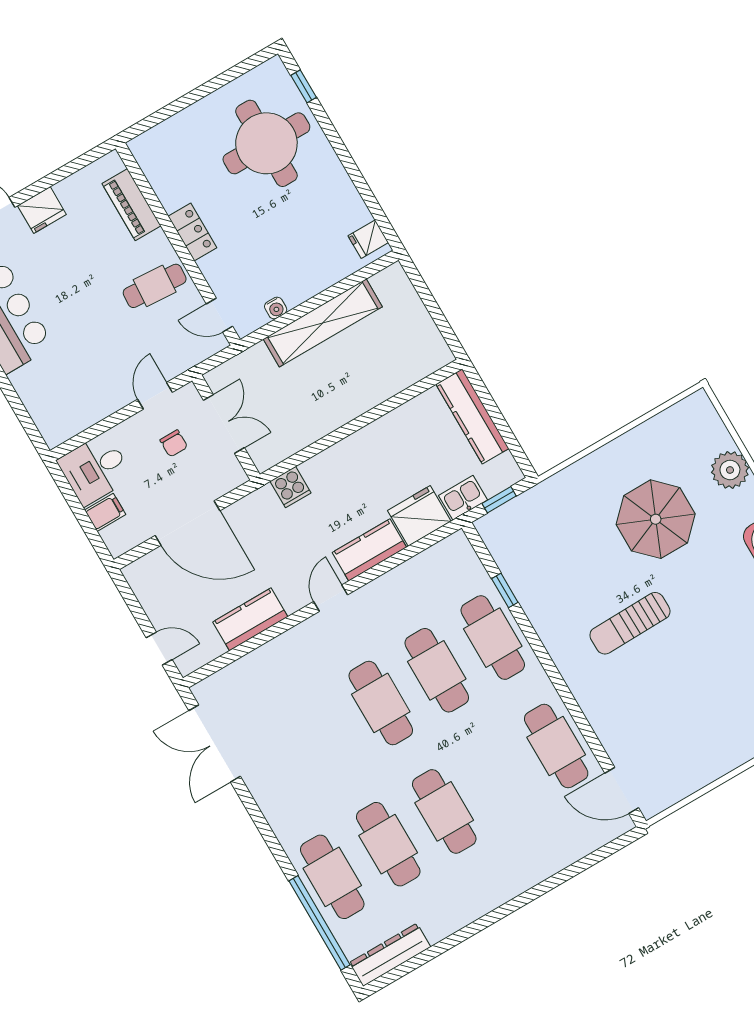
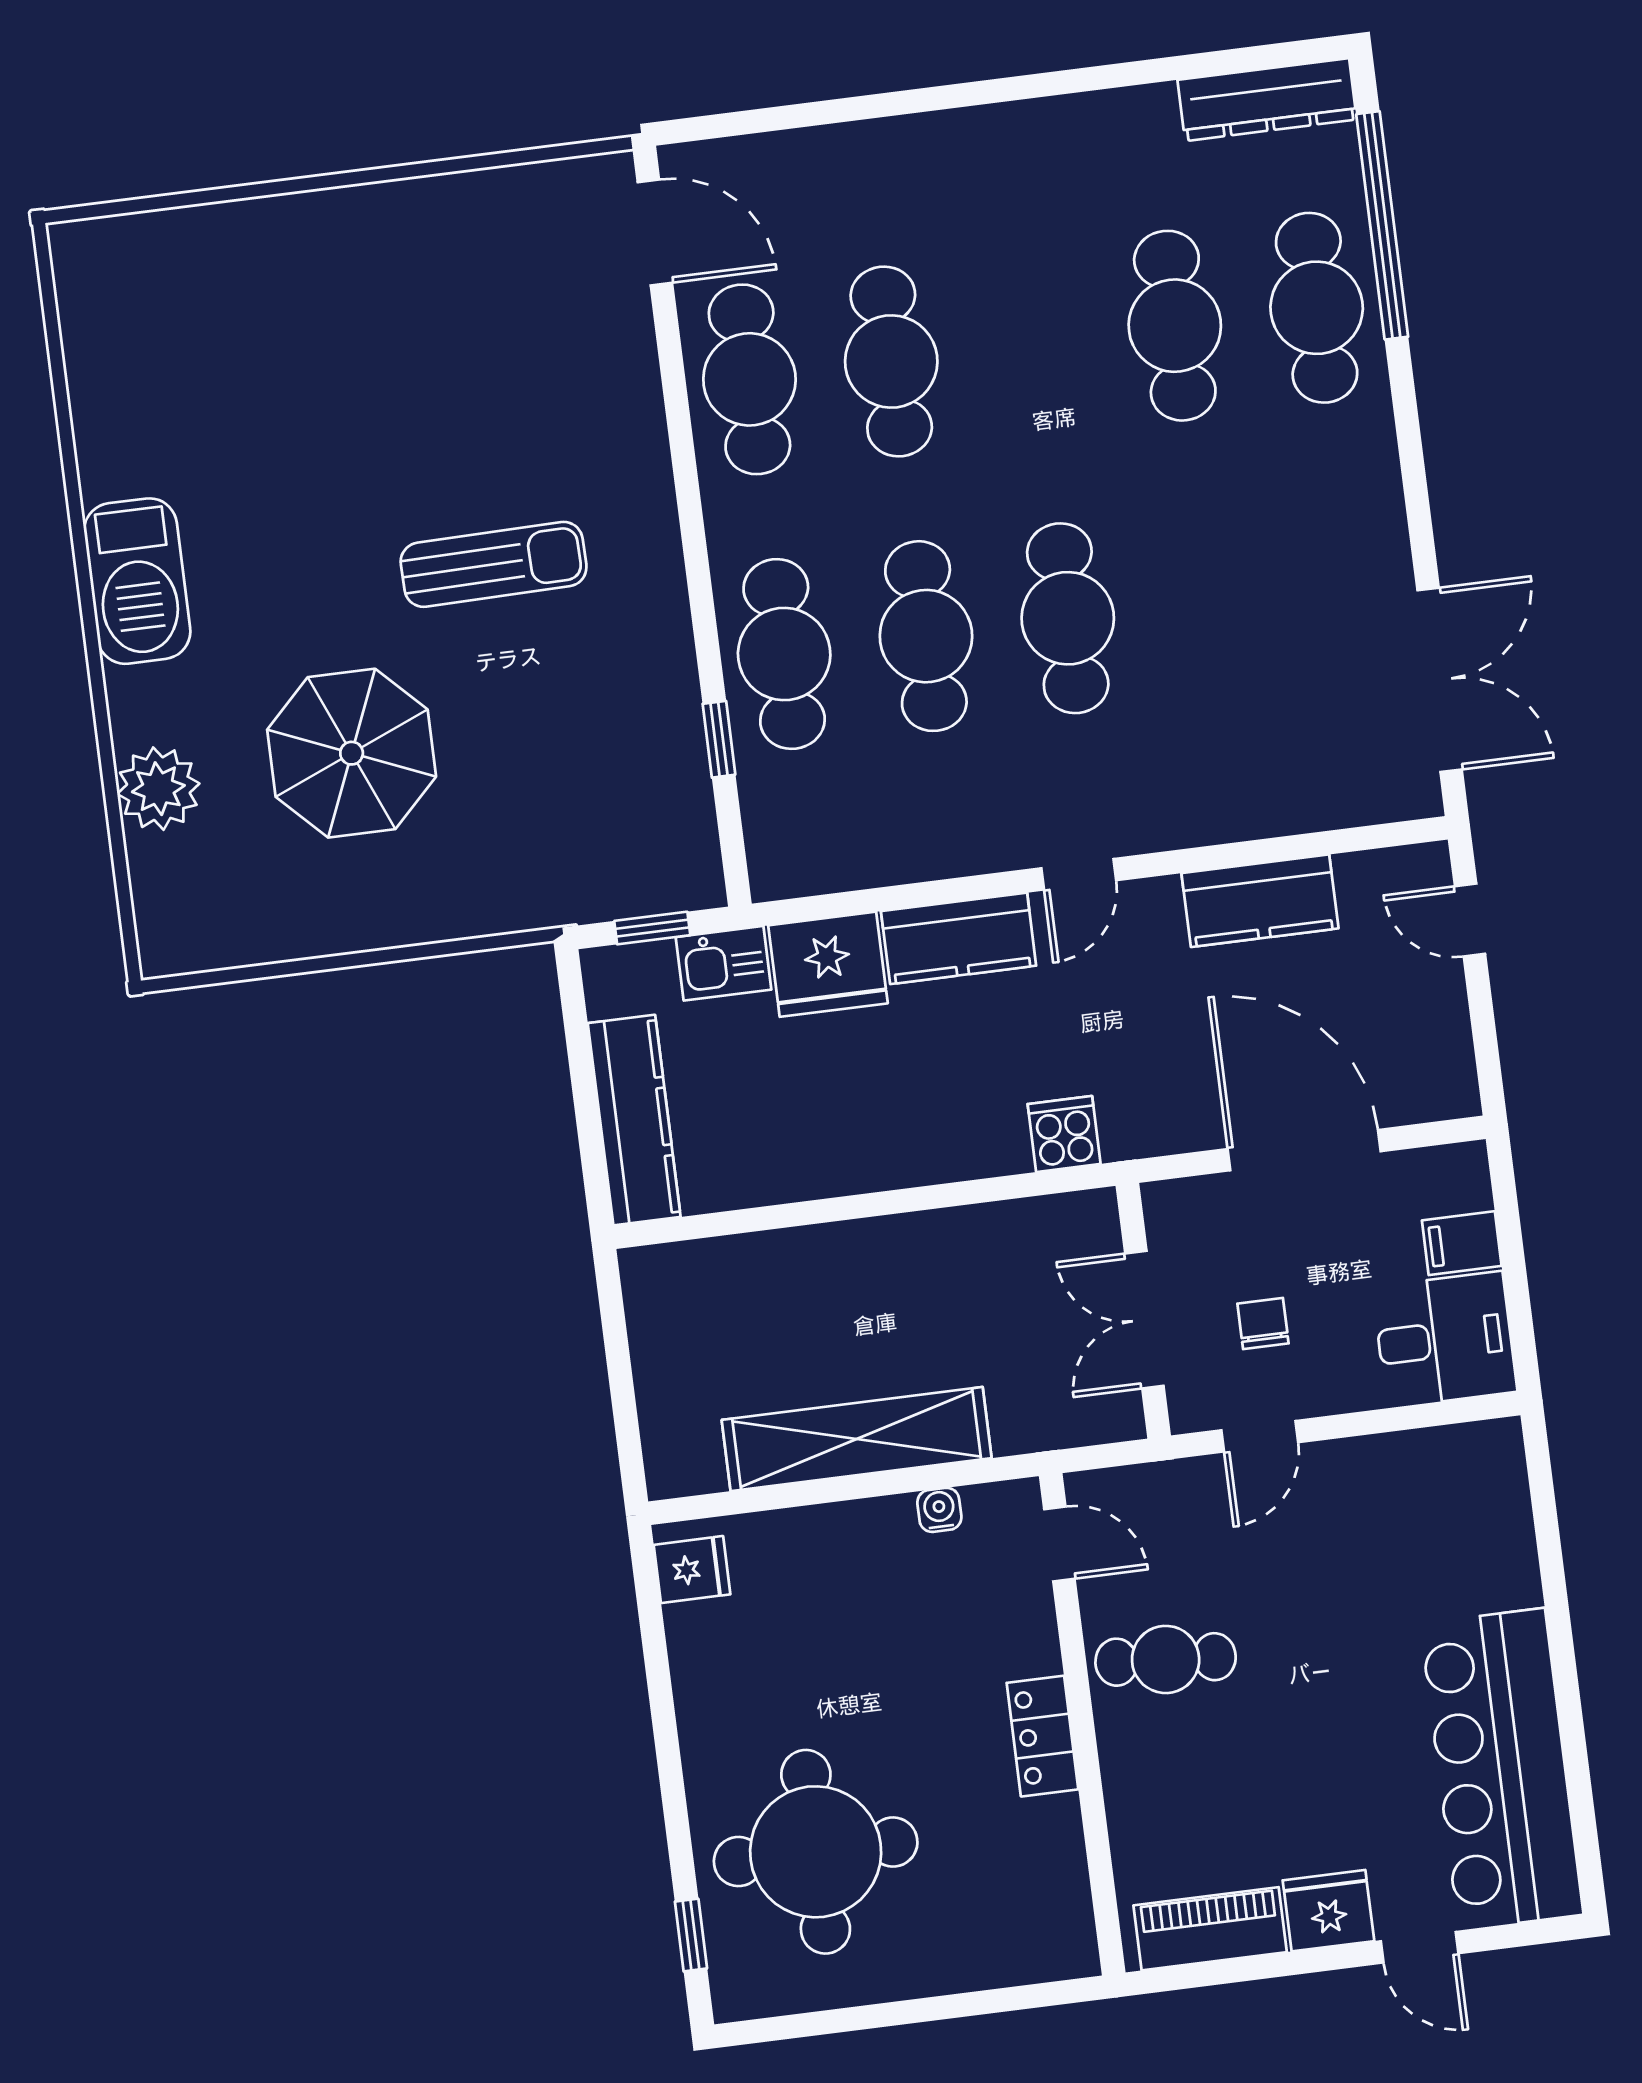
piano: (131, 205) -> (1210, 1929), moved, turned -90
cafe table: (444, 811) -> (891, 361), moved

